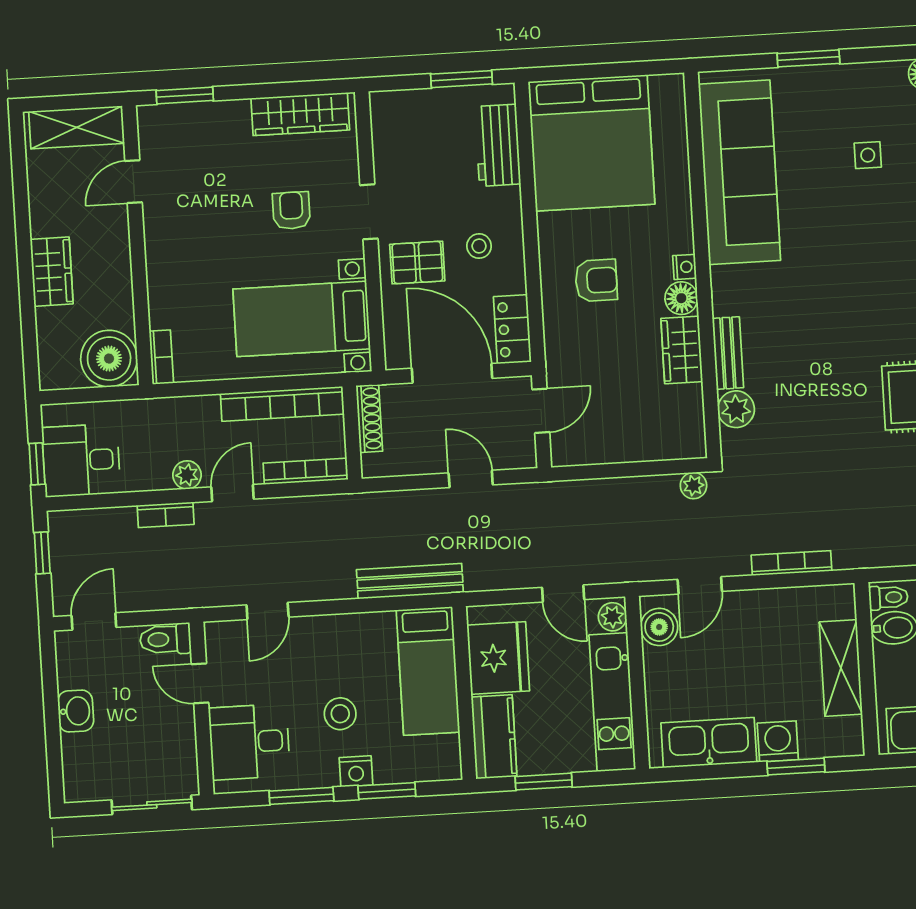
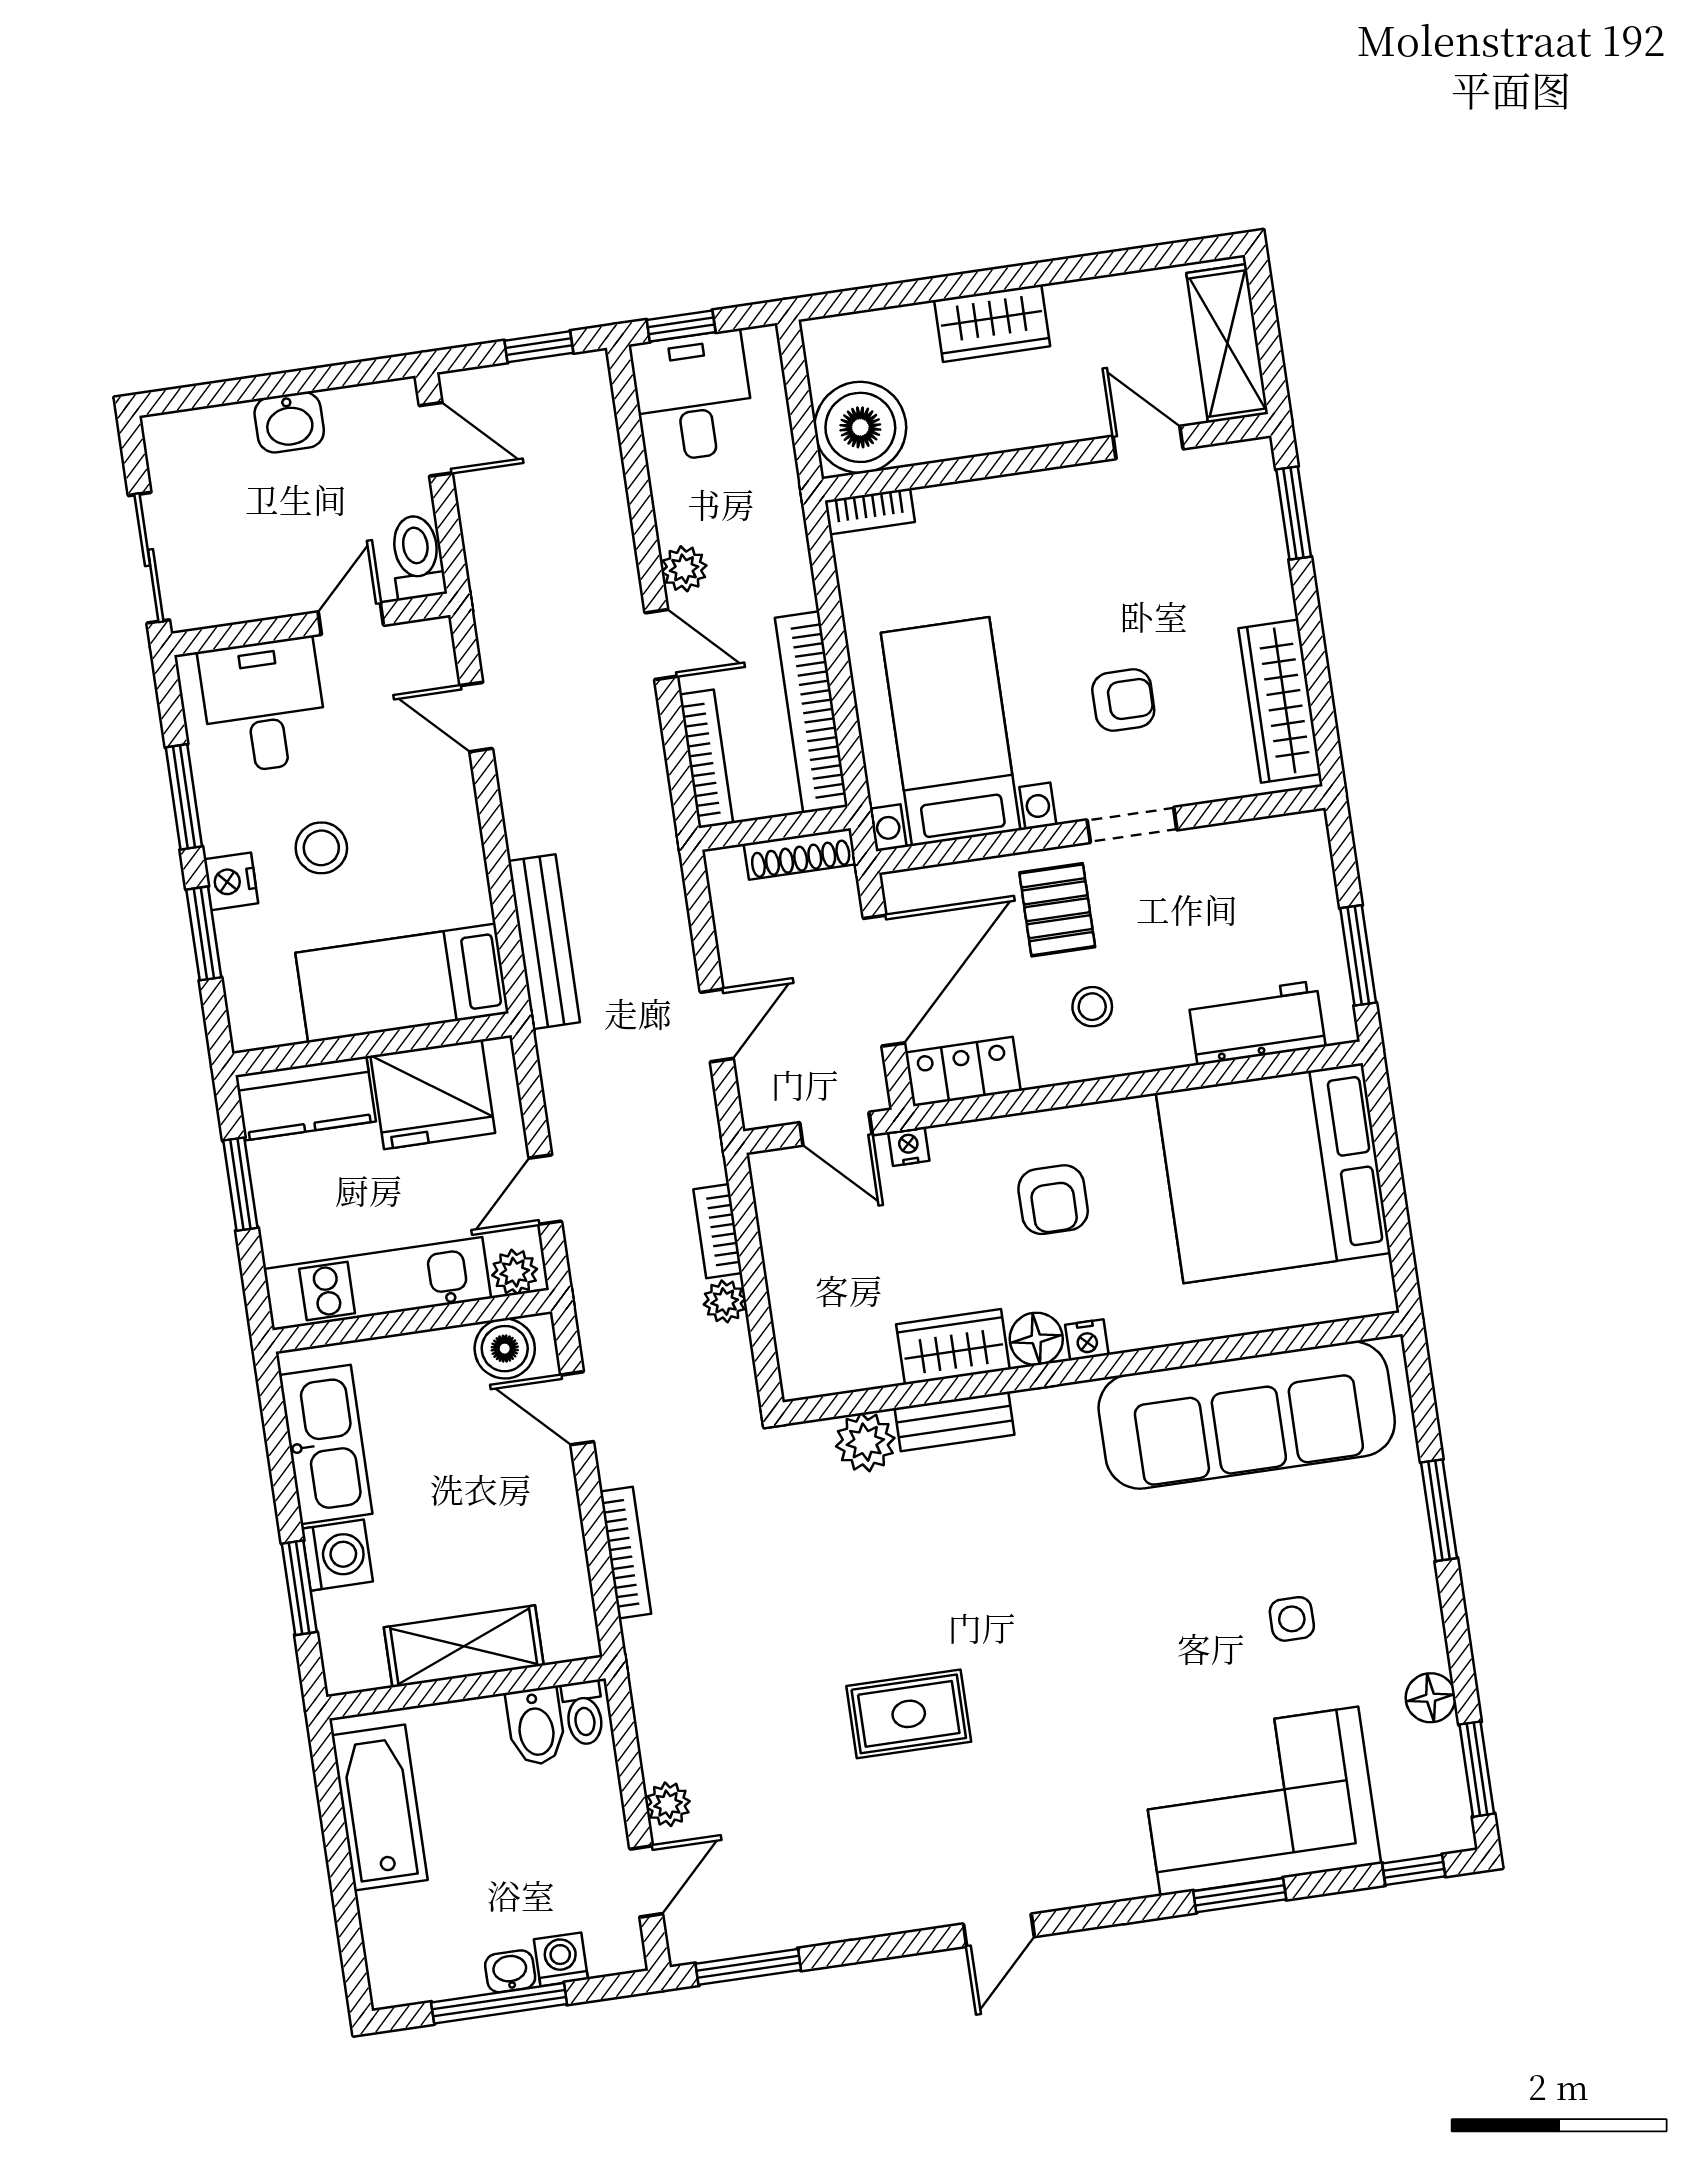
nightstand: (556, 367) -> (909, 1146), added
plant: (693, 486) -> (725, 1301), moved
bookcase: (166, 515) -> (718, 1231), moved

